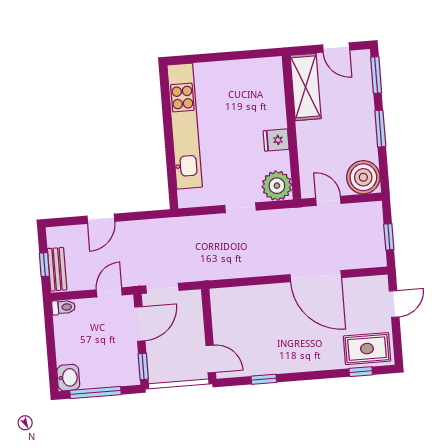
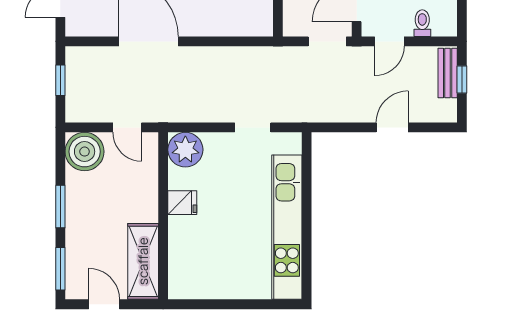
doorway: (240, 208) -> (253, 127), moved
toilet: (63, 307) -> (422, 23), moved, turned 90

